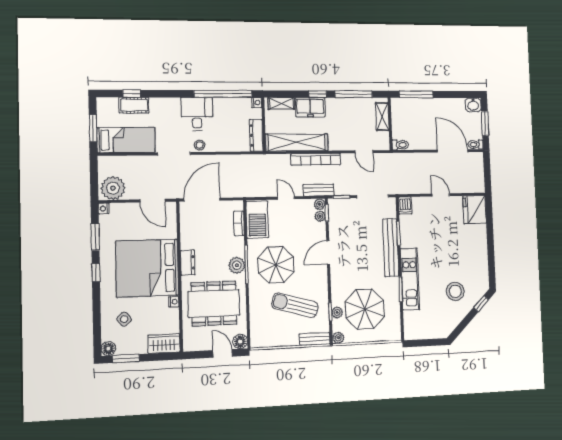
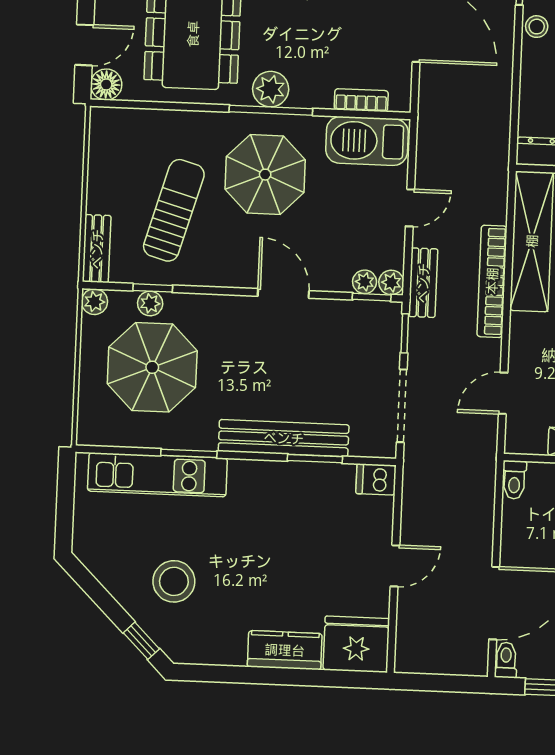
kitchen counter: (480, 241) -> (285, 650), added
kitchen unit: (410, 279) -> (157, 475), moved

